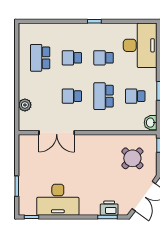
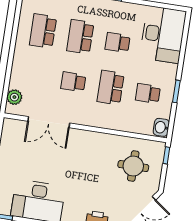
school desk: (72, 58) -> (80, 37), width x1.85
plant: (25, 105) -> (14, 97), moved
round table: (132, 158) -> (133, 166), turned 45

